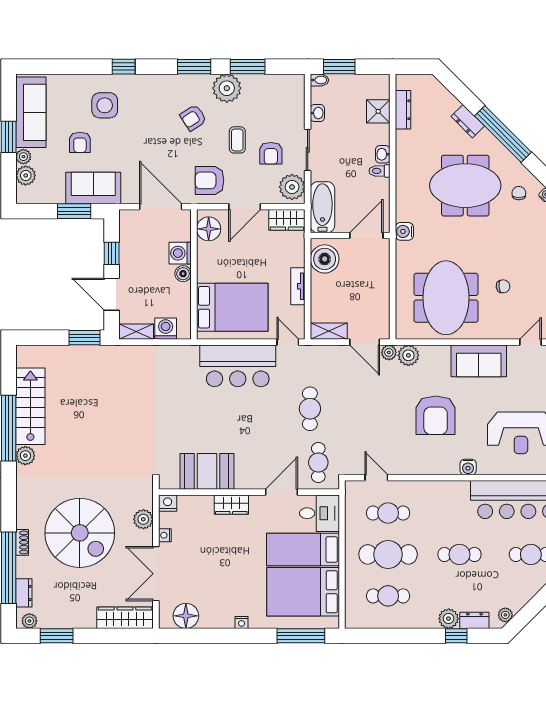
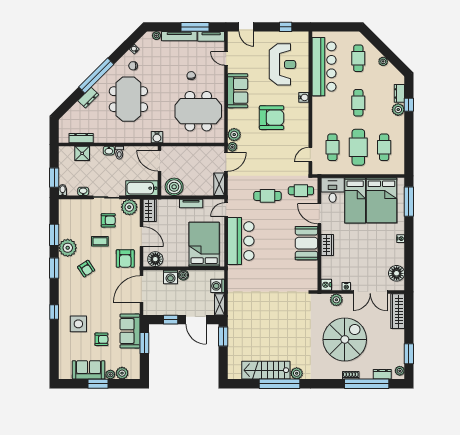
sofa: (31, 112) -> (89, 370), width x0.73
door: (112, 294) -> (196, 320), hinge flipped
booth: (207, 471) -> (307, 243), moved
plant: (505, 615) -> (383, 61), moved

